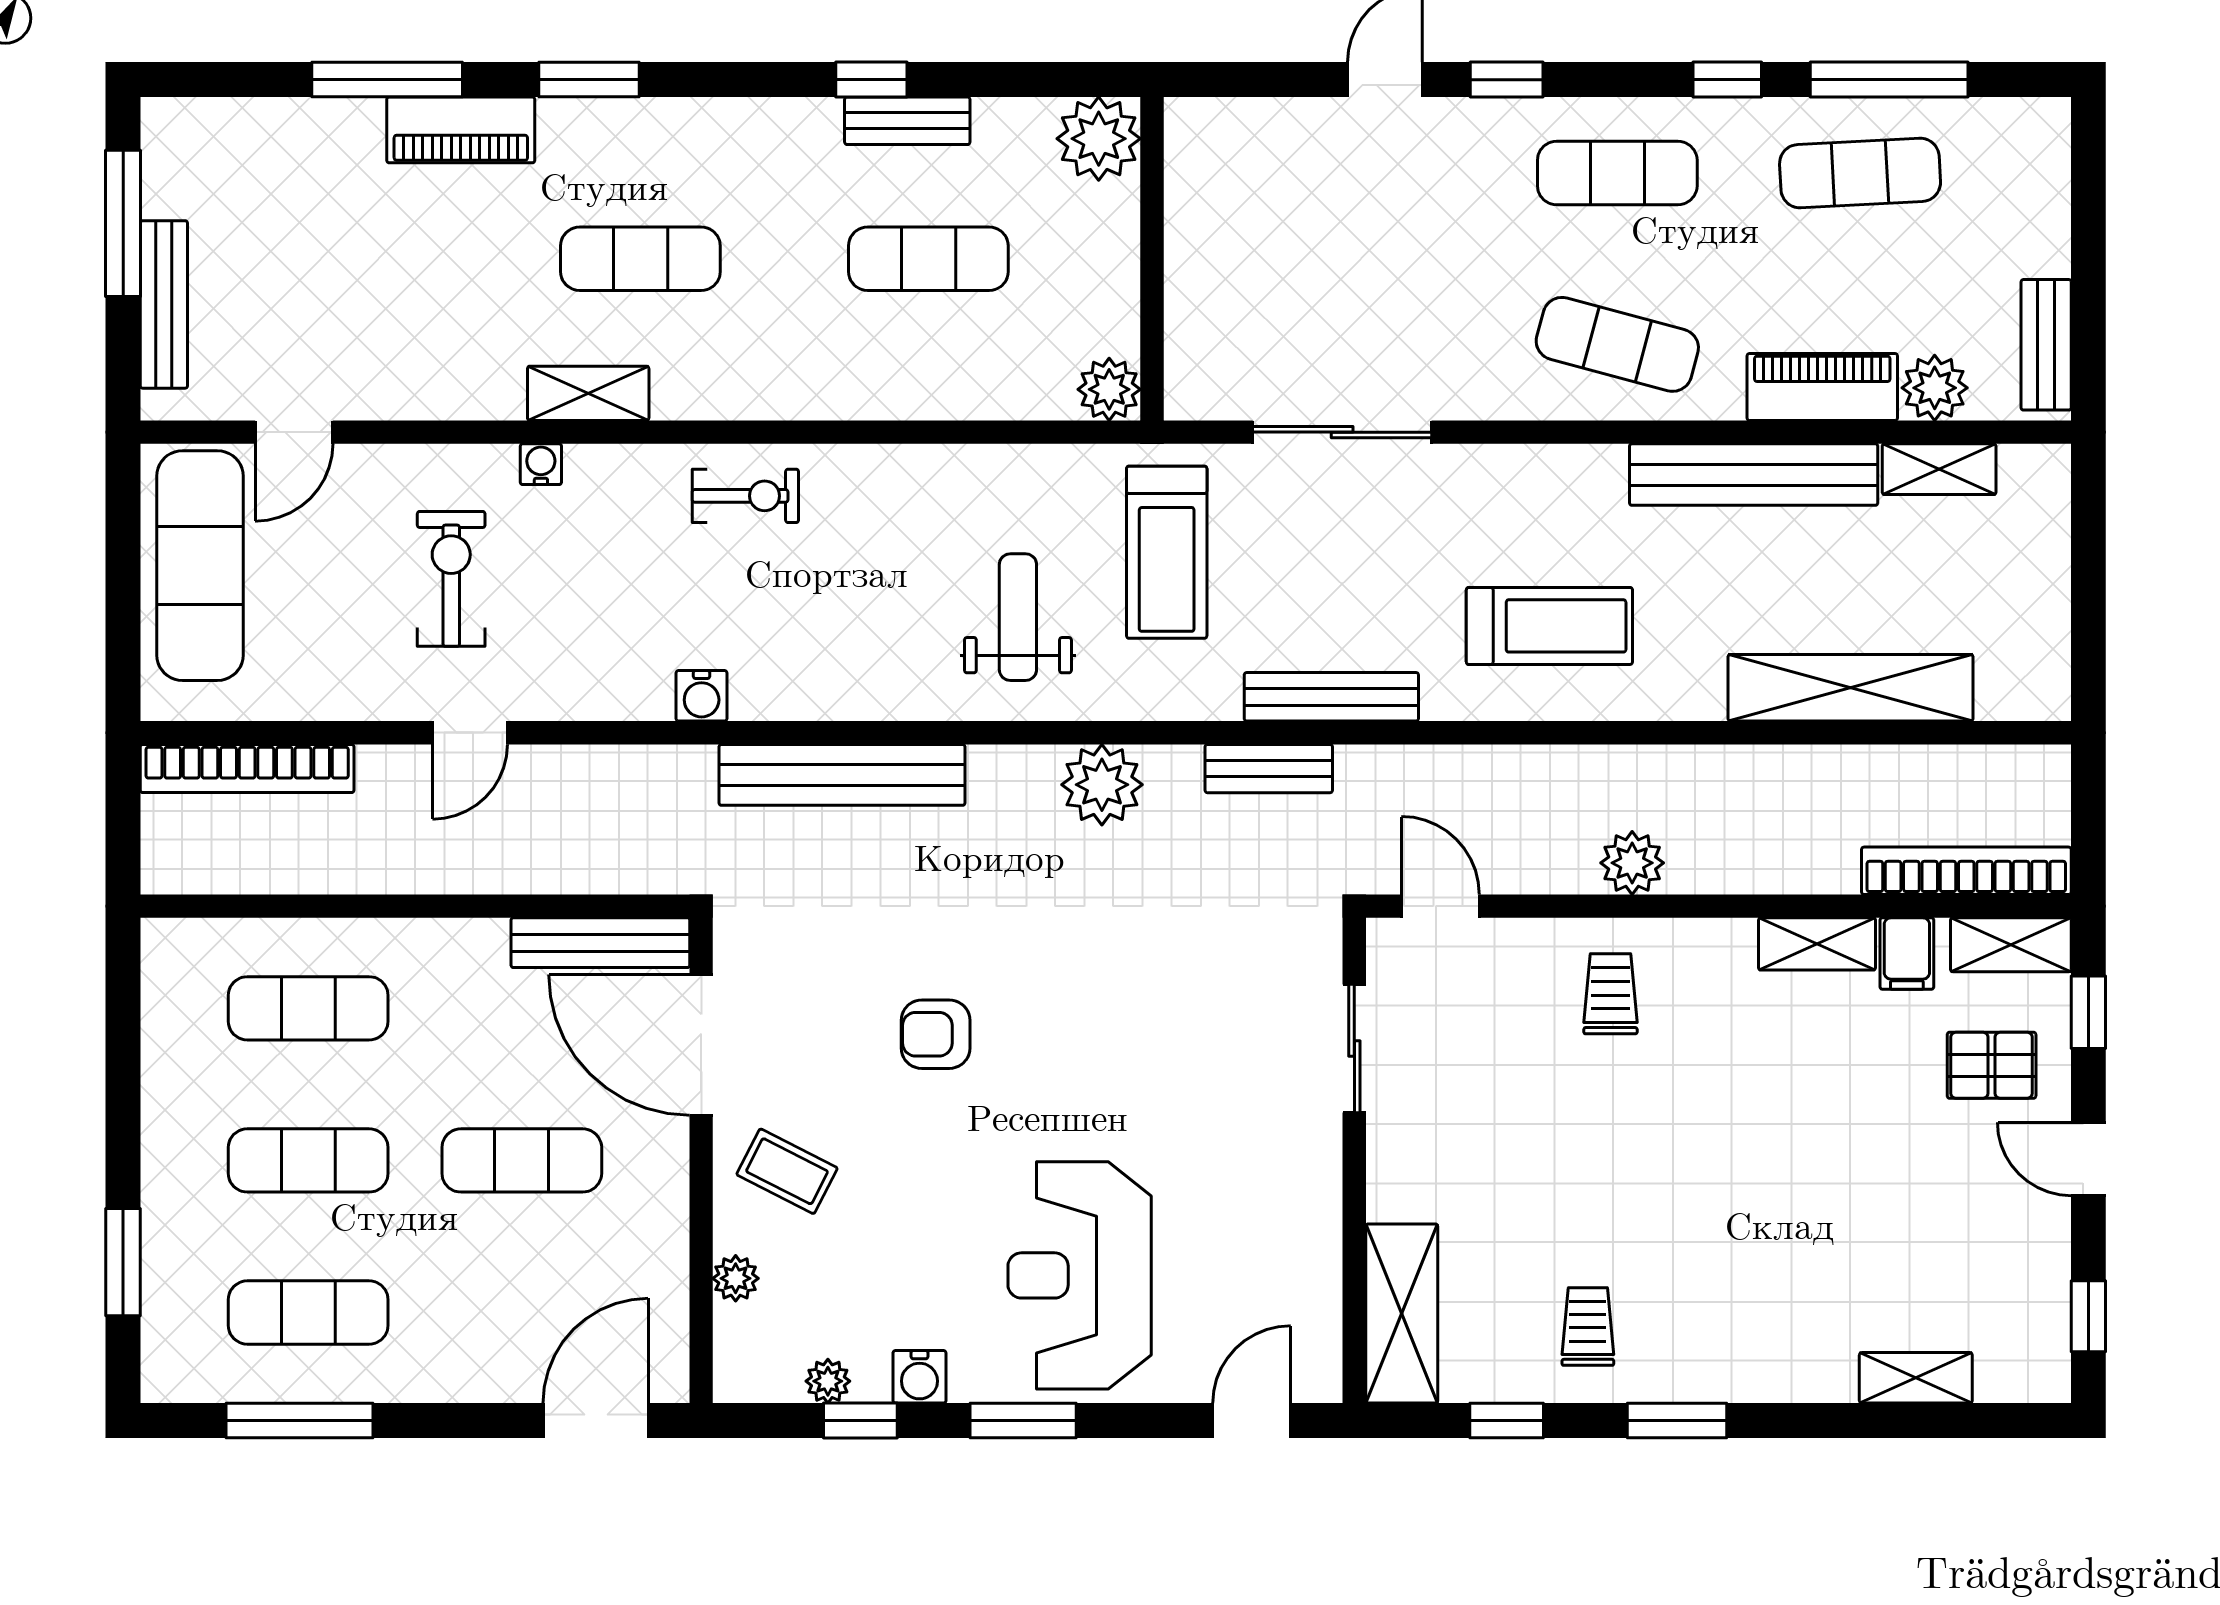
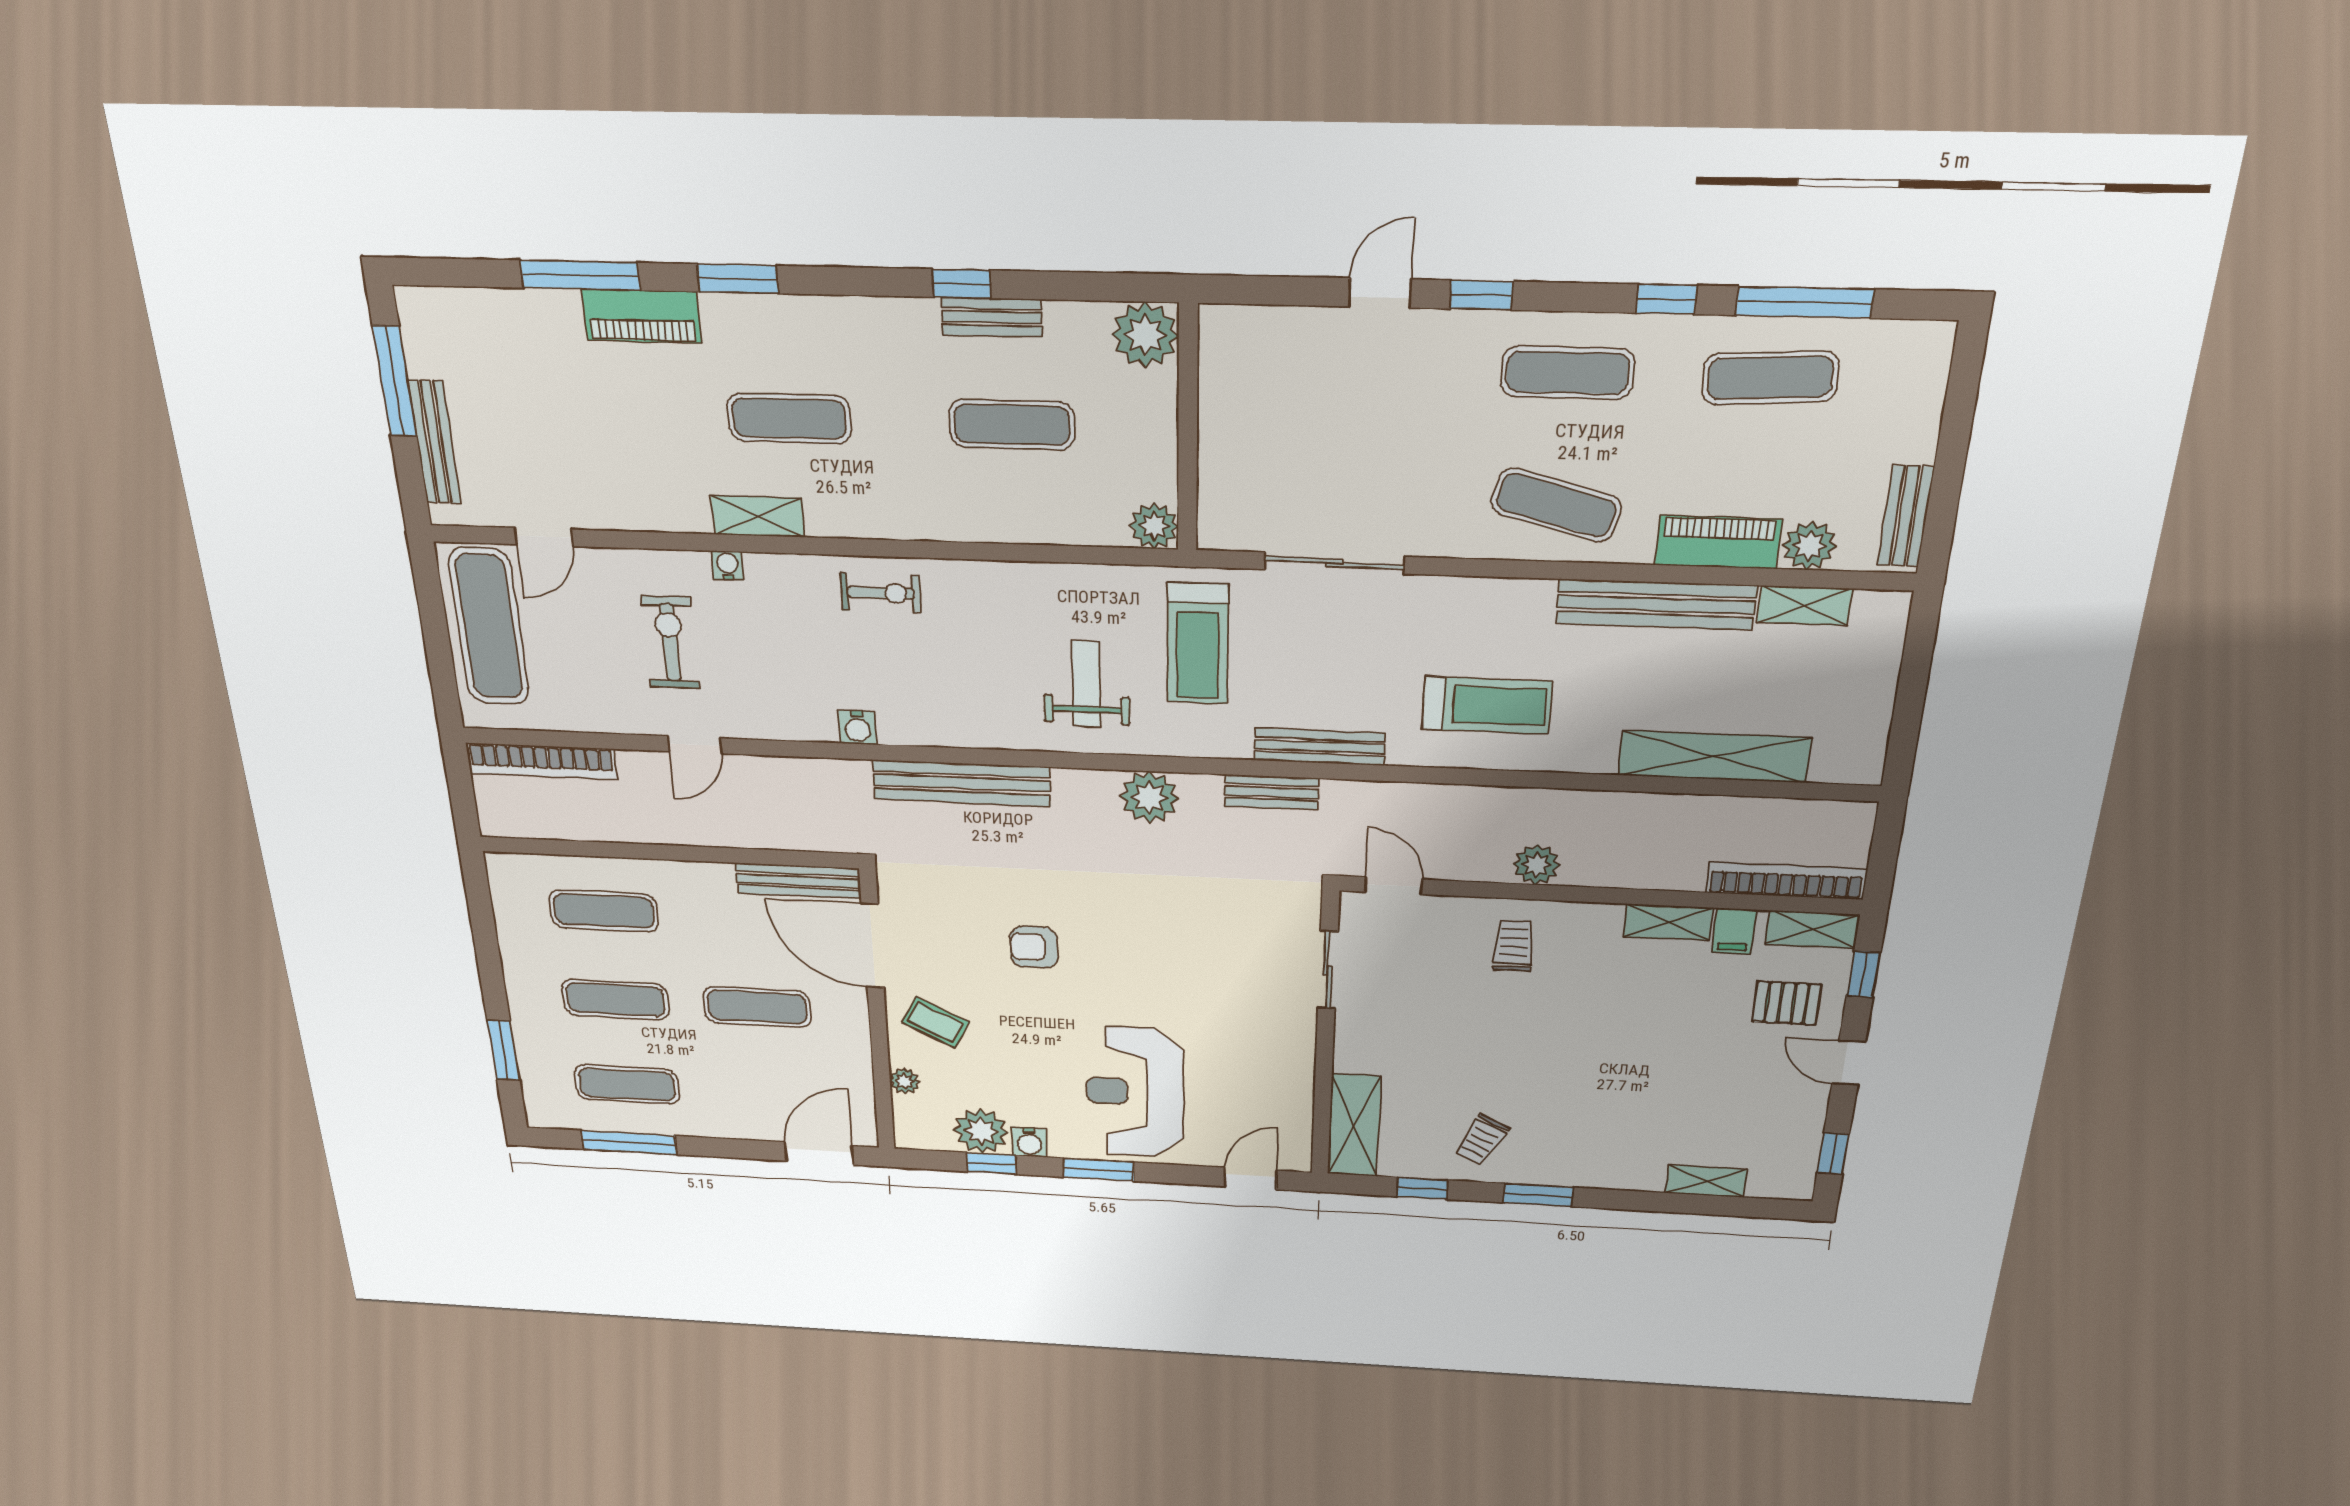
trolley: (1588, 1327) -> (1482, 1140), turned -153
plant: (828, 1381) -> (981, 1131), width x1.87, depth x1.87

